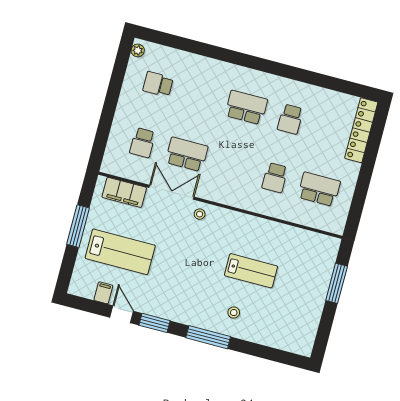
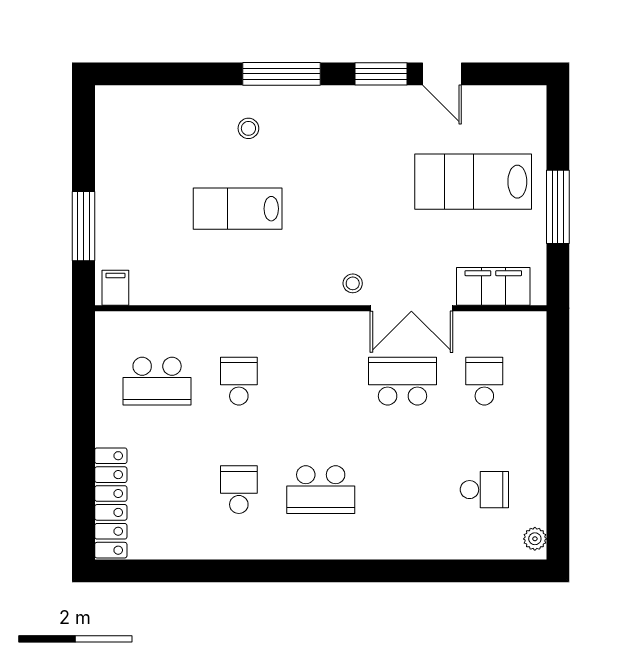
school desk: (187, 154) -> (403, 381), turned 180
filing cabinet: (103, 293) -> (115, 288), moved, turned 180

